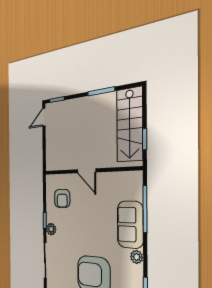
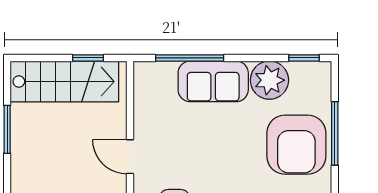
door: (87, 171) -> (130, 157), swing flipped
plant: (137, 257) -> (269, 80), width x1.88, depth x1.88

